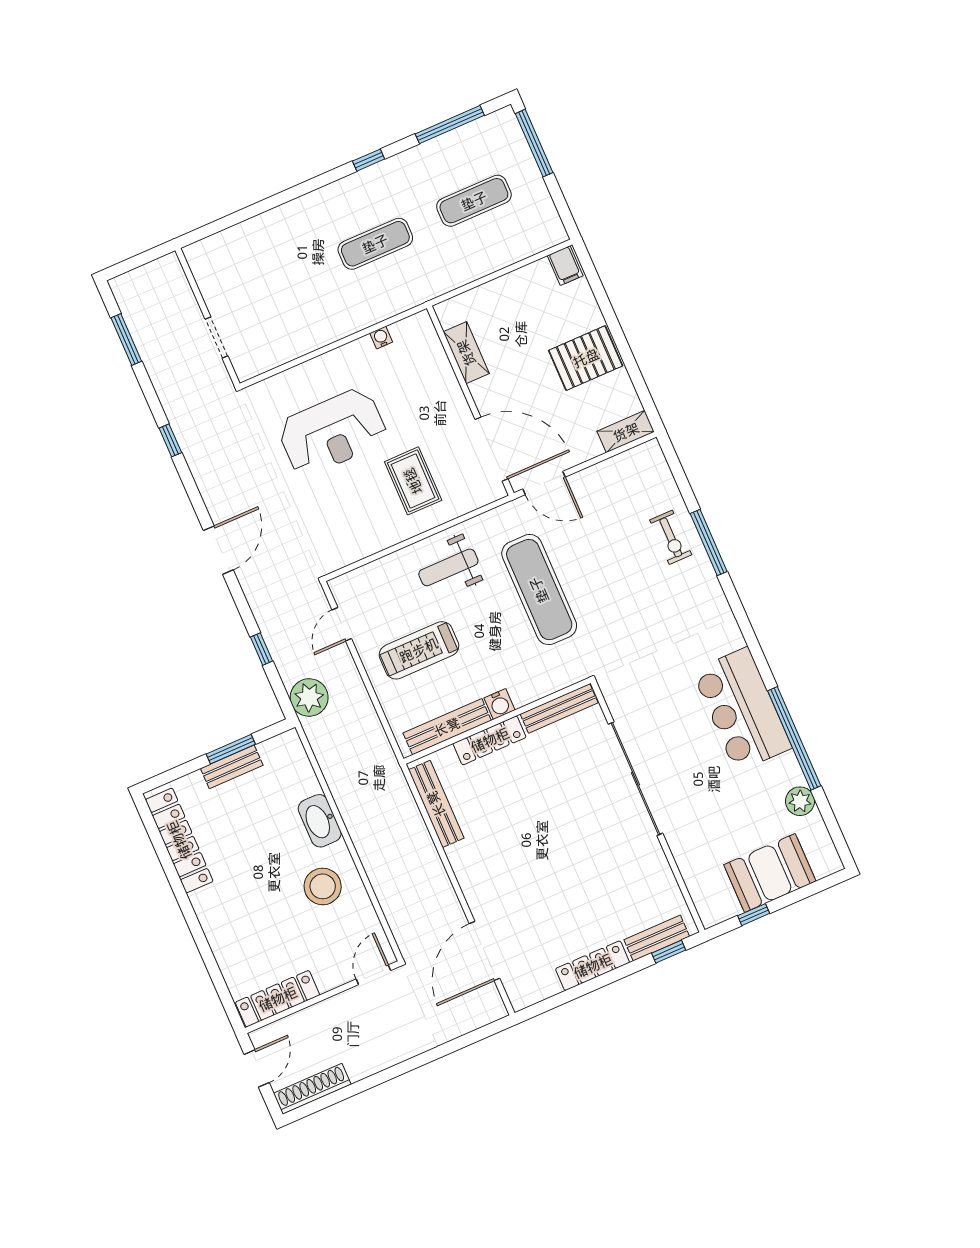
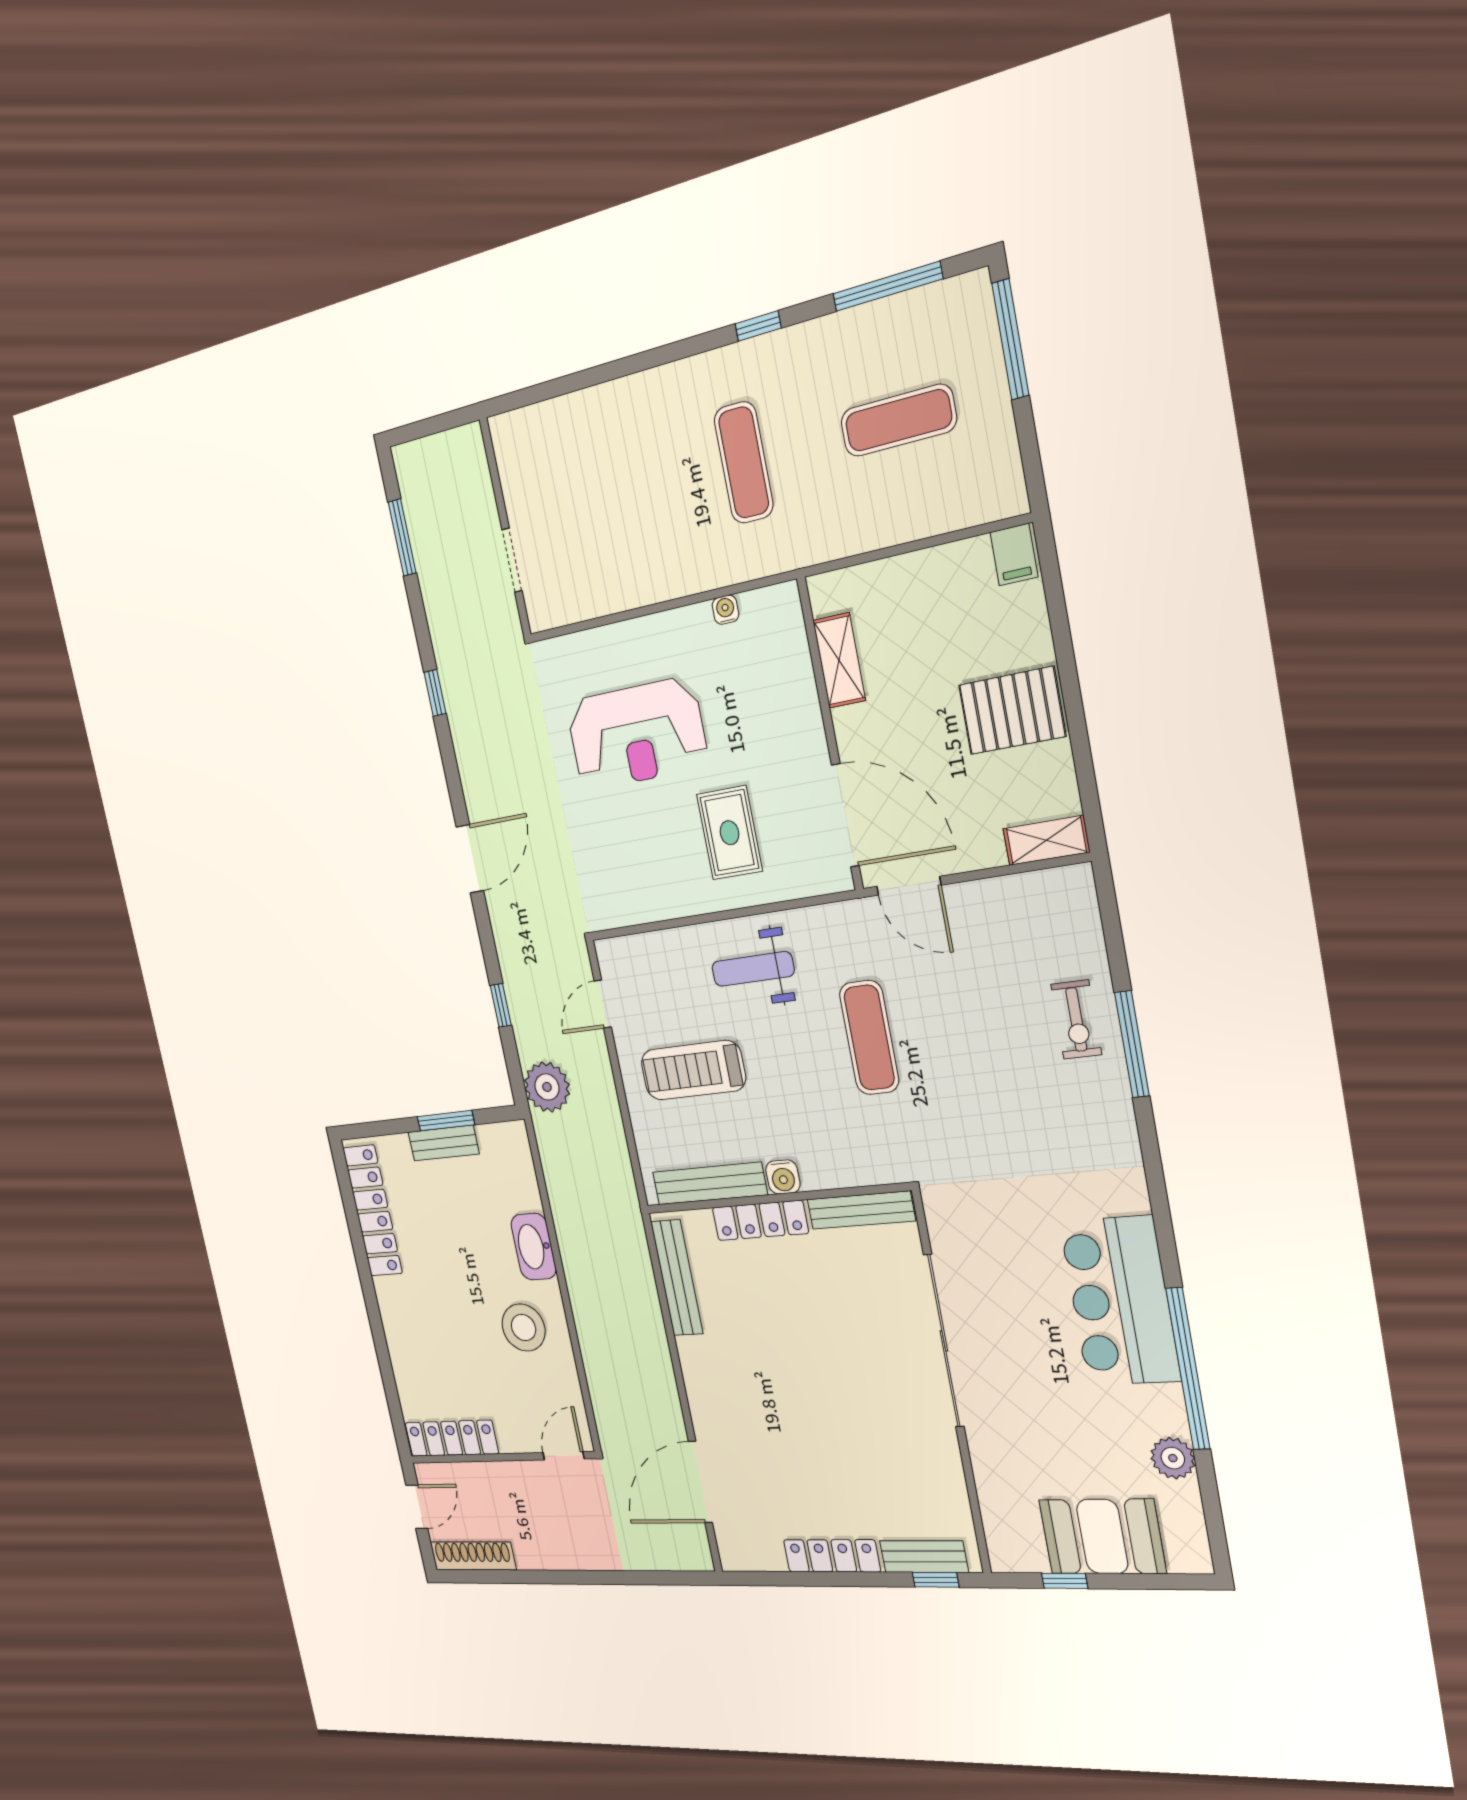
exercise mat: (375, 244) -> (744, 463), turned 90
exercise mat: (539, 590) -> (869, 1038), width x0.73, depth x0.69

